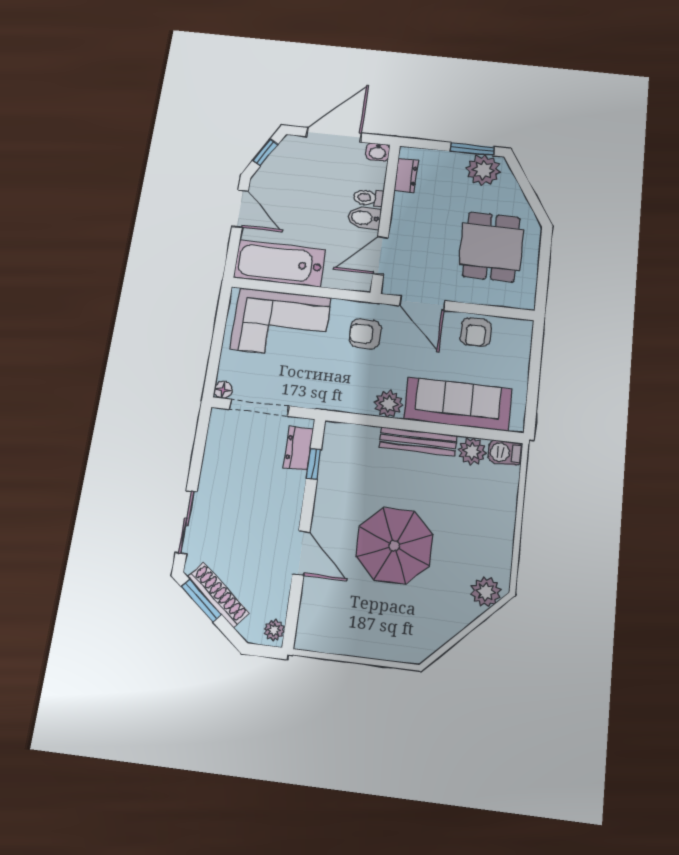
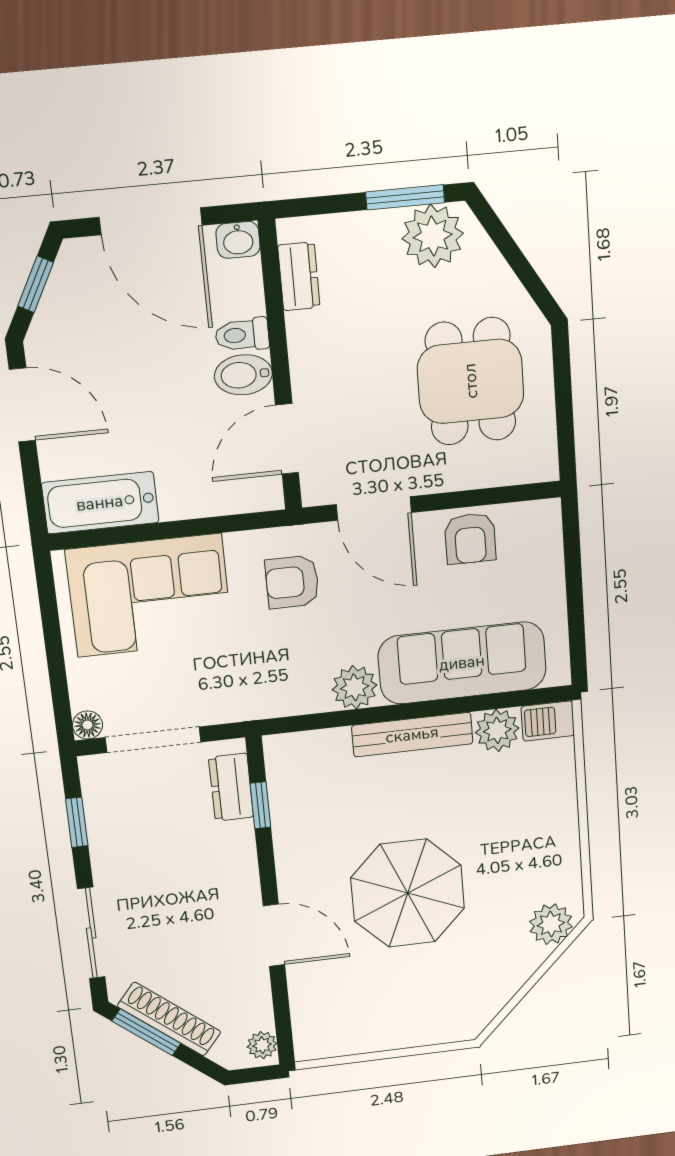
door: (334, 135) -> (151, 221), swing flipped
bathtub: (280, 263) -> (100, 503), width x0.73, depth x0.73
window: (199, 448) -> (77, 822), added

